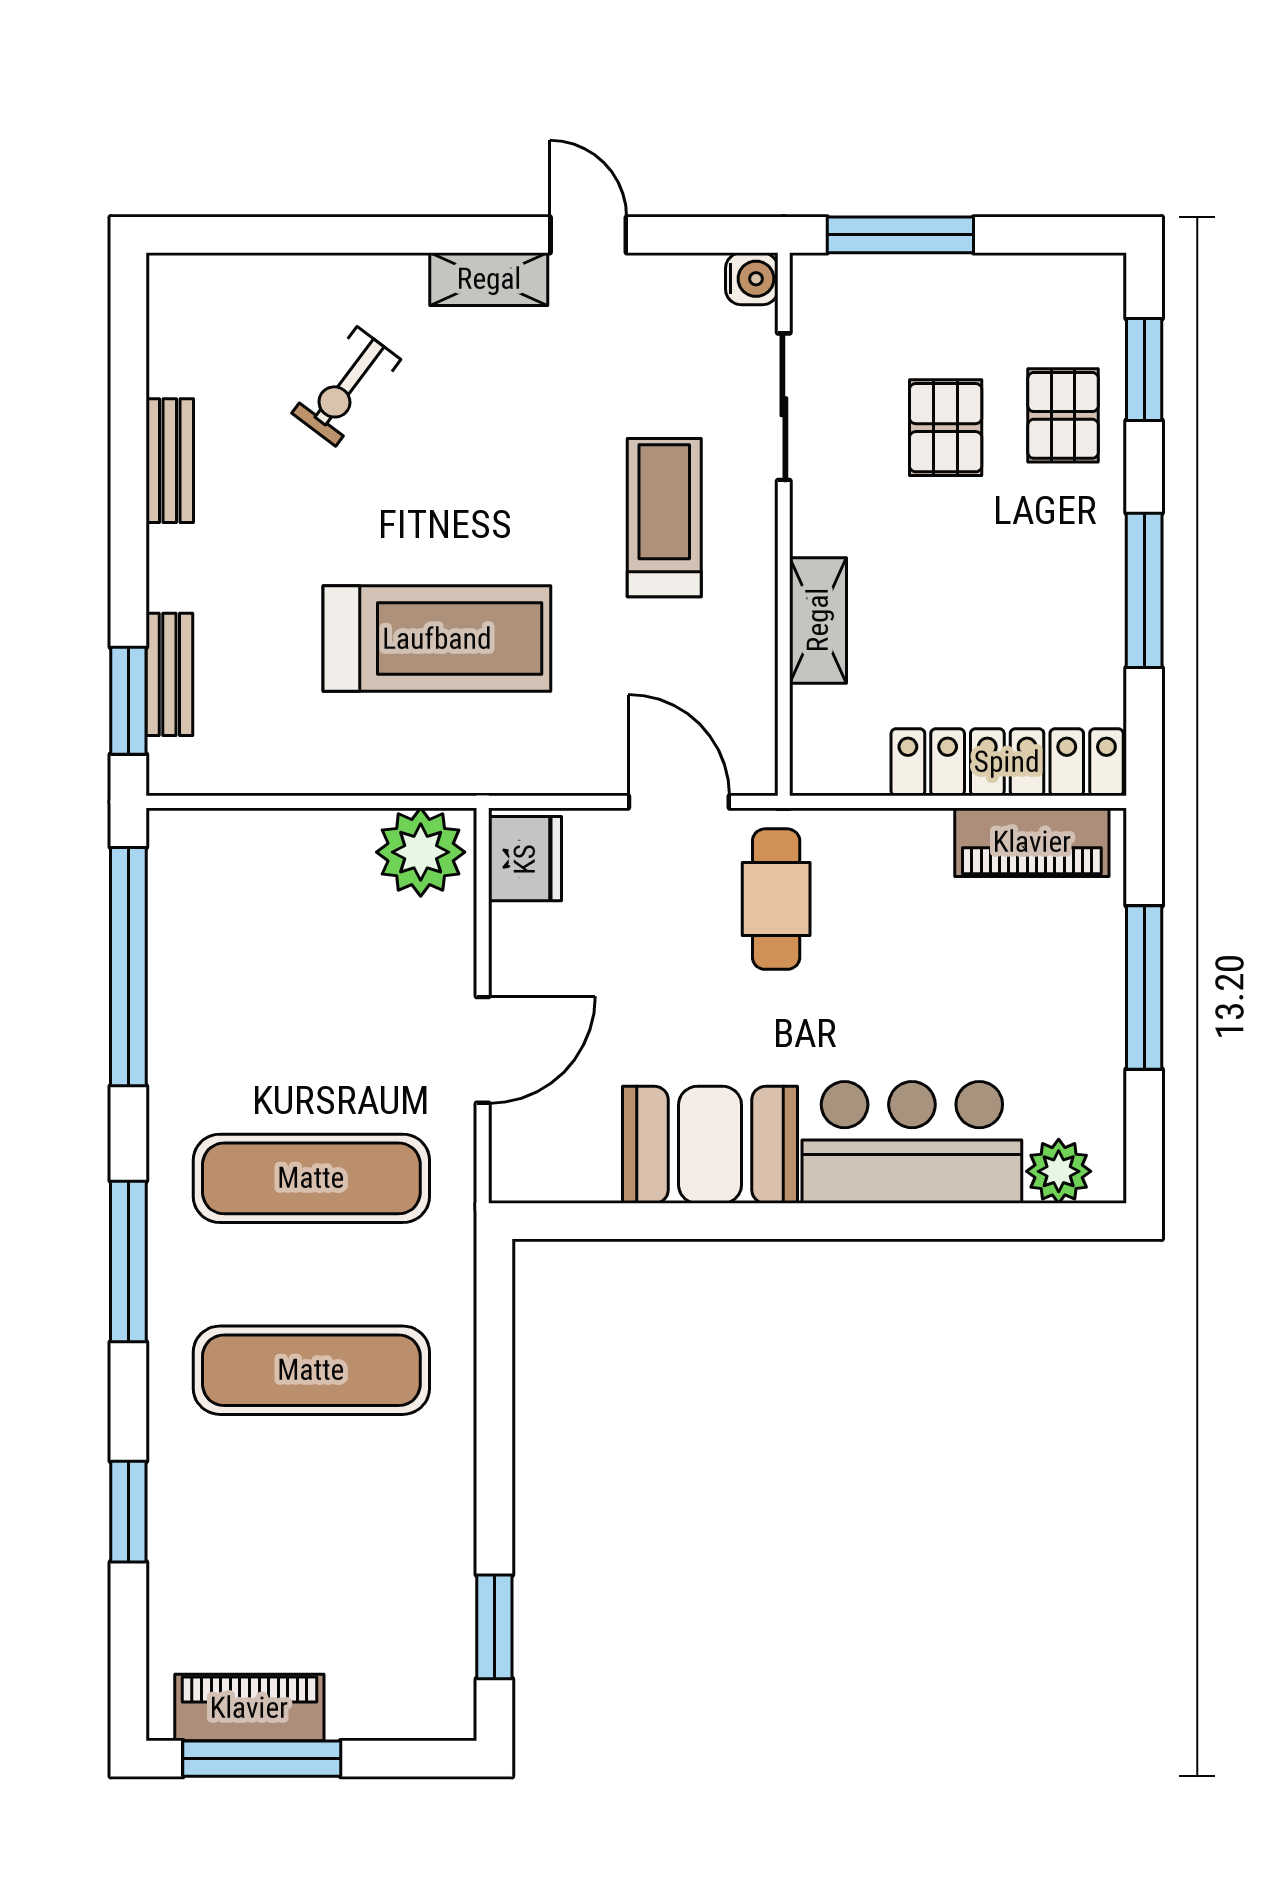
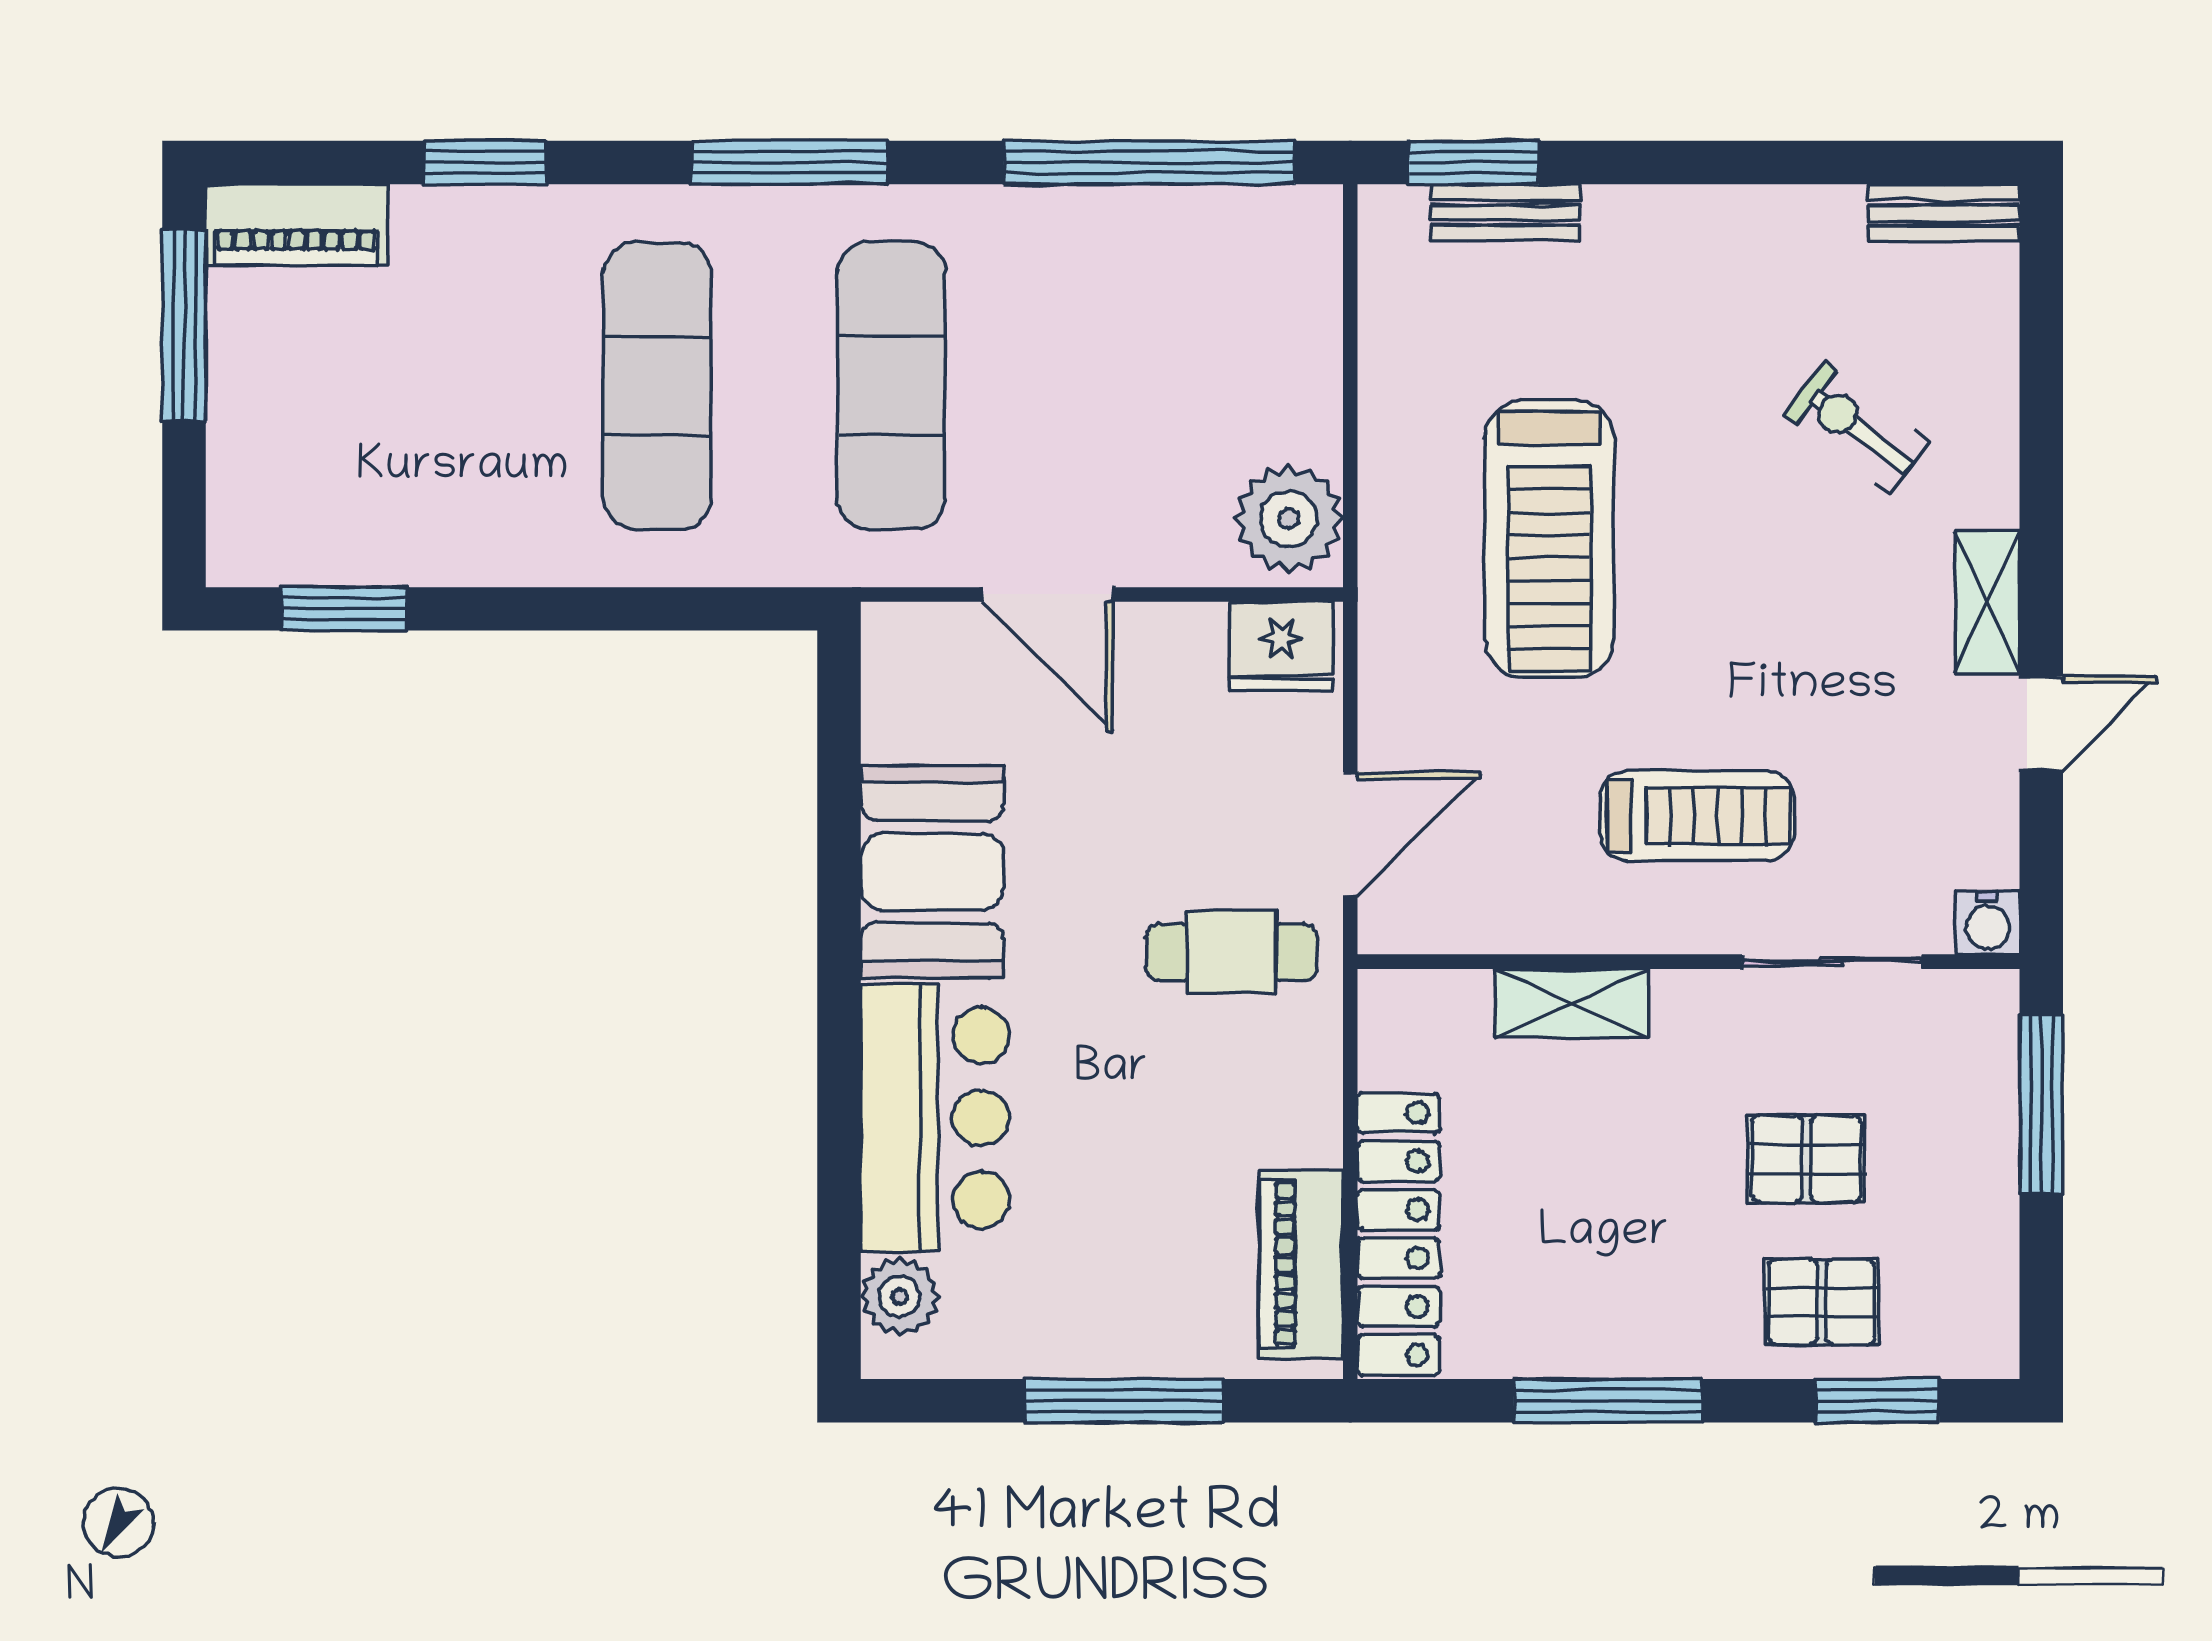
bench: (170, 461) -> (1944, 213), moved
piano: (249, 1708) -> (296, 225), moved, turned 90

